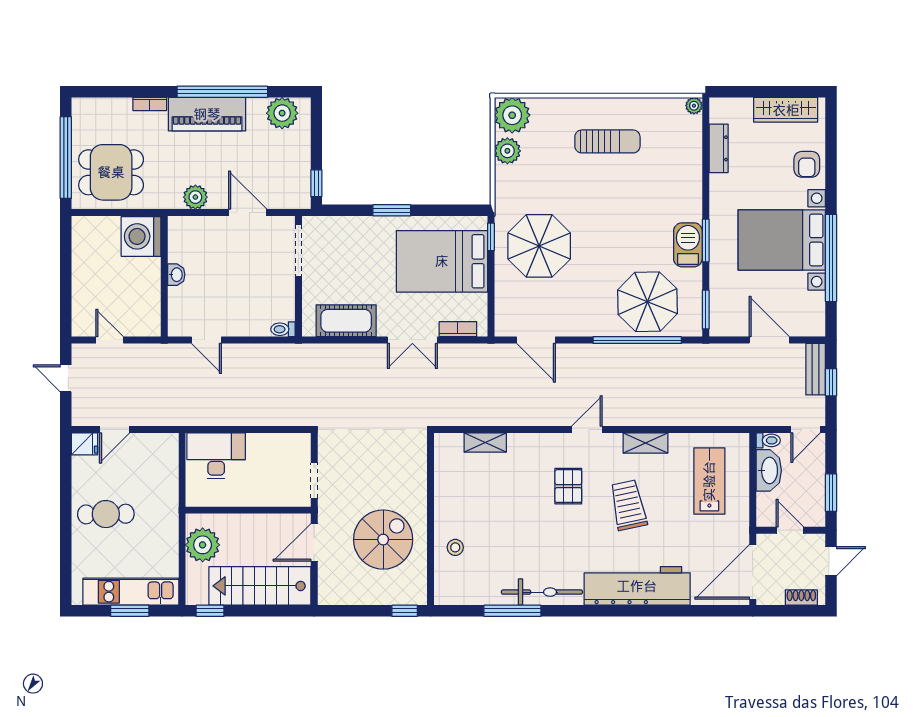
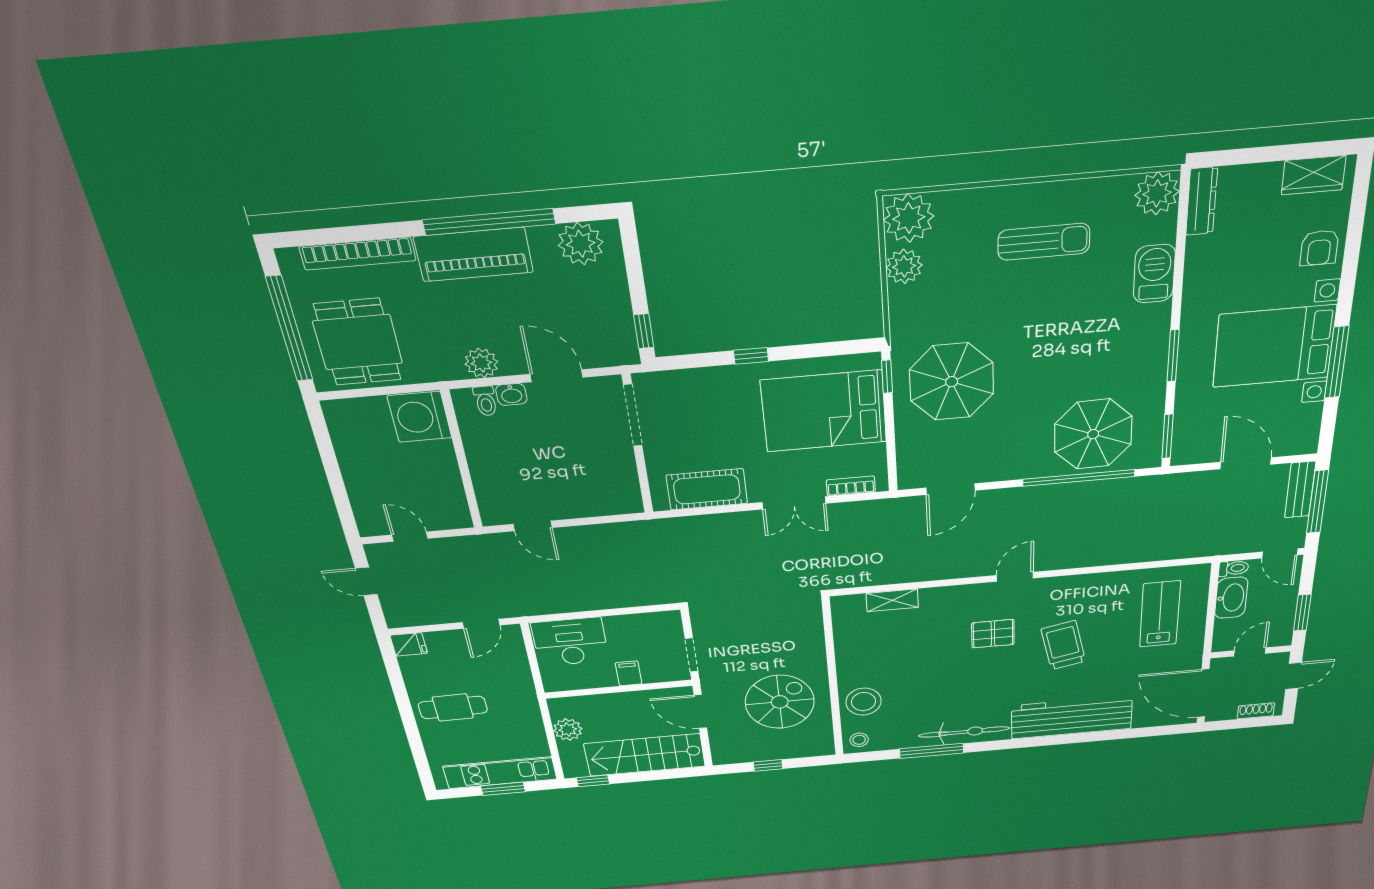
bookcase: (150, 104) -> (358, 253), width x2.31, depth x1.31
plant: (694, 106) -> (1157, 193), width x1.87, depth x1.87
wardrobe: (786, 110) -> (1314, 175), width x0.67
dresser: (719, 148) -> (1202, 201), moved
dining table: (111, 172) -> (358, 342), turned 90
window: (392, 210) -> (751, 356), width x0.67
barbecue: (688, 245) -> (1154, 274), moved
window: (831, 258) -> (1337, 362), width x0.68
washbasin: (176, 275) -> (511, 394), moved, turned 90
toilet: (283, 329) -> (485, 401), moved, turned -90
door: (536, 340) -> (951, 489), hinge flipped
window: (831, 382) -> (1317, 502), width x2.17
door: (115, 430) -> (481, 624), moved
door: (805, 430) -> (1280, 553), hinge flipped
shelving: (645, 443) -> (1085, 584), removed
pallet: (568, 486) -> (993, 634), turned 90
filing cabinet: (259, 494) -> (629, 673), added
door: (790, 530) -> (1250, 652), hinge flipped
door: (314, 542) -> (700, 712), hinge flipped
plant: (203, 545) -> (568, 730), width x0.73, depth x0.73
stool: (455, 547) -> (863, 702), width x1.89, depth x1.89
door: (753, 572) -> (1203, 693), hinge flipped
stool: (449, 590) -> (859, 740), added
window: (405, 611) -> (768, 765), moved

